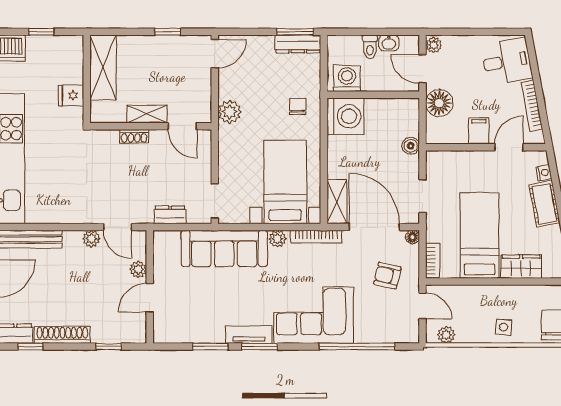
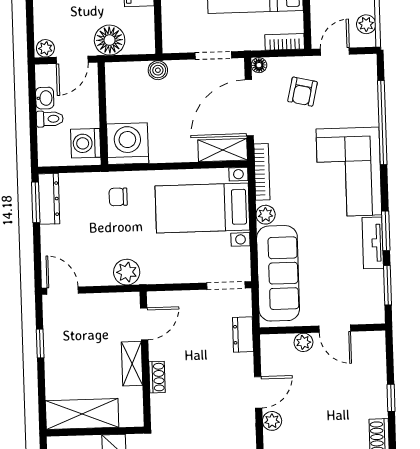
plant: (138, 269) -> (303, 342), moved
wall: (150, 287) -> (322, 329), moved
door: (150, 298) -> (335, 329), moved

